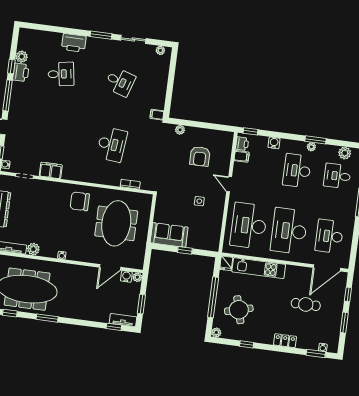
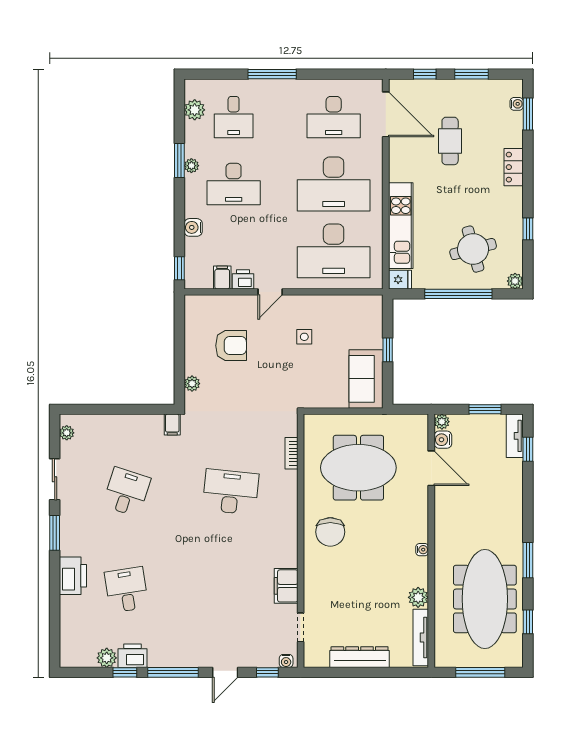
printer: (242, 144) -> (243, 279), moved

